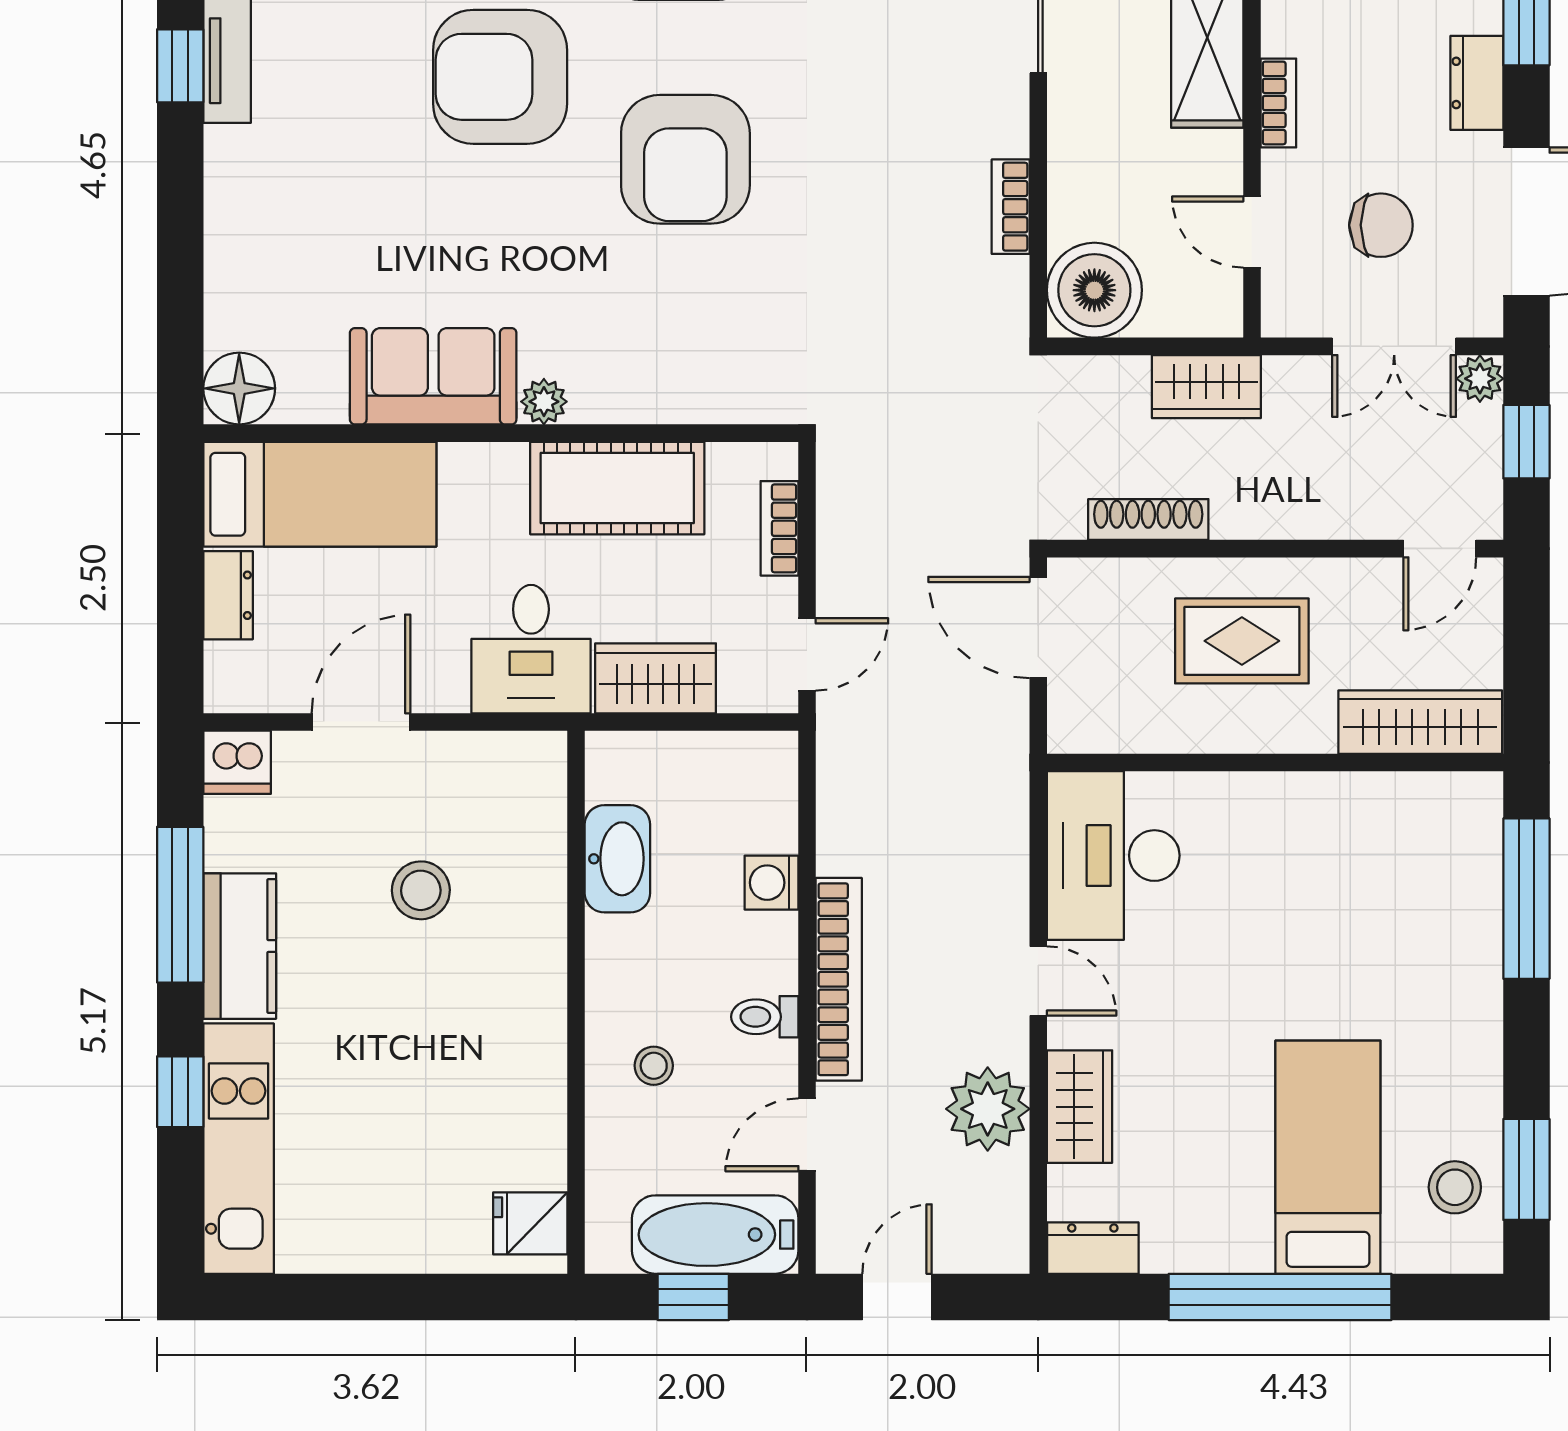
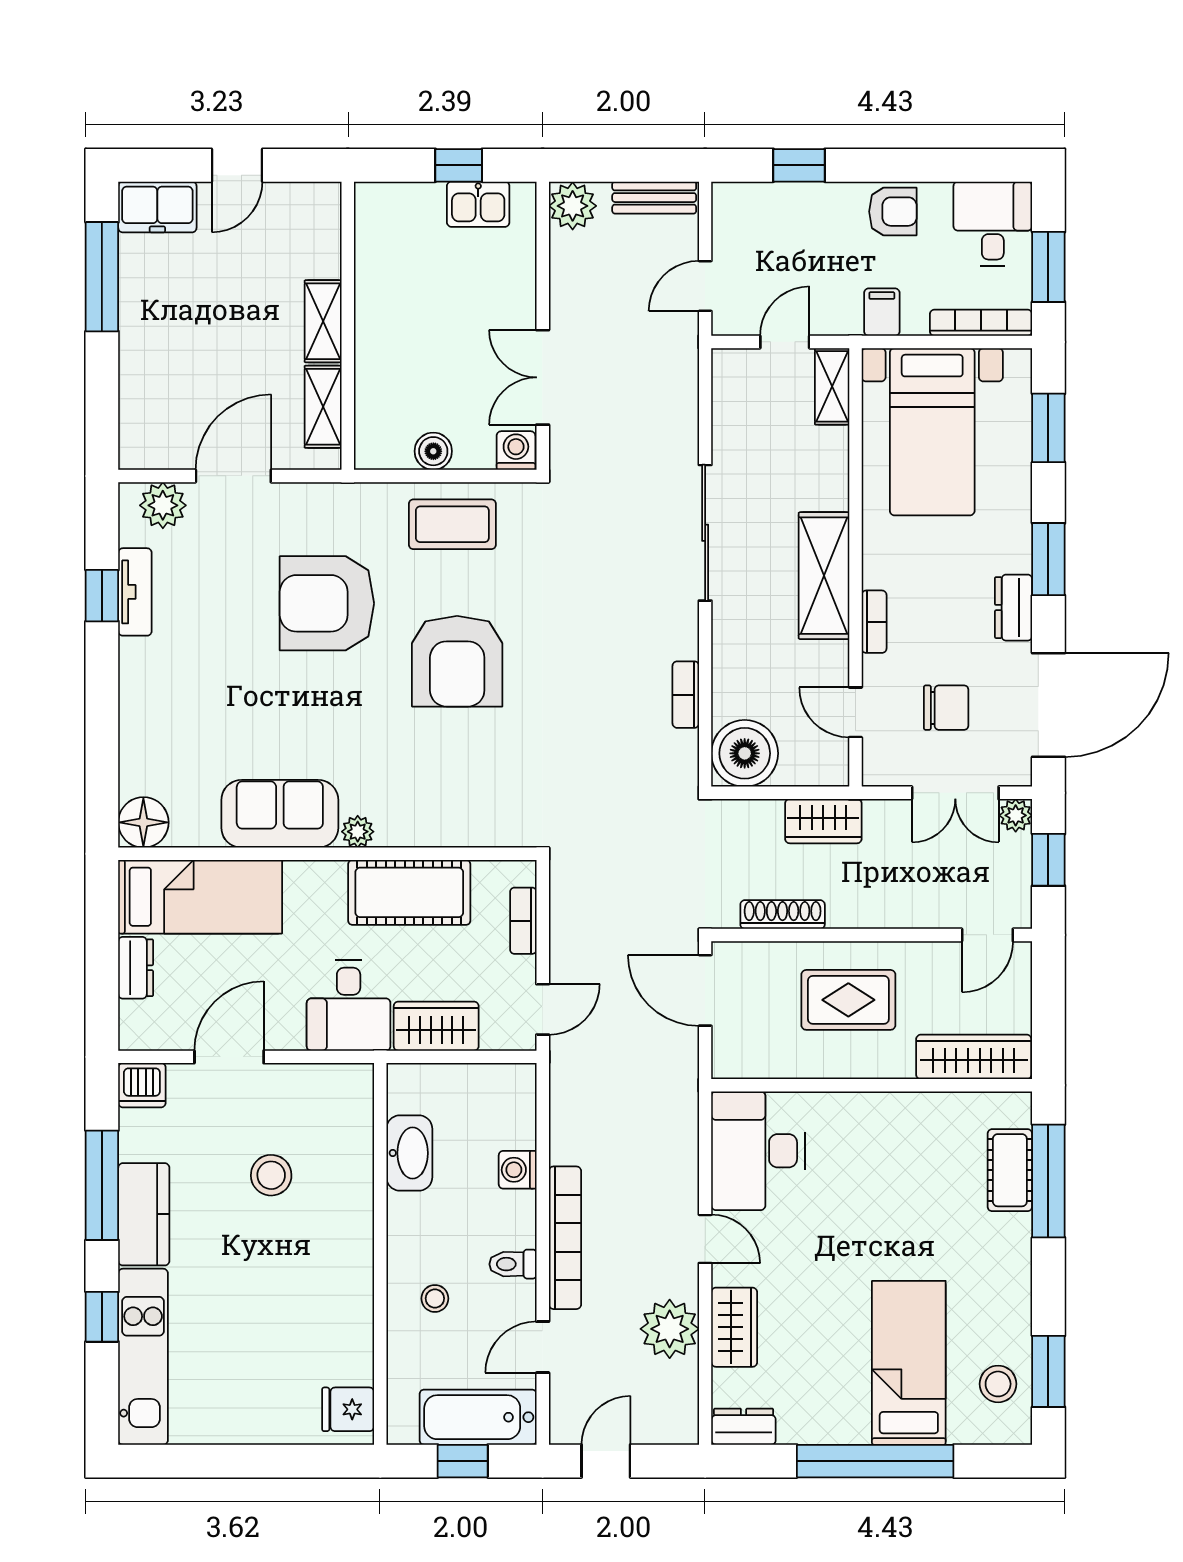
cot: (1472, 883) -> (1010, 1170), added

